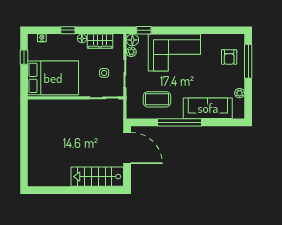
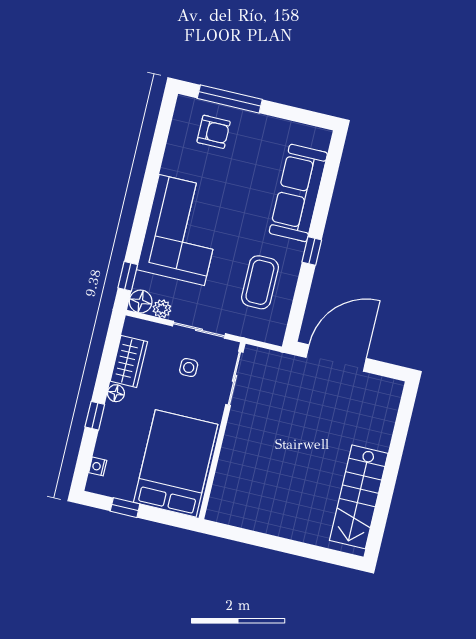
plant: (240, 93) -> (284, 128), removed
window: (179, 122) -> (312, 251), width x0.32
stairs: (97, 177) -> (359, 497), moved

